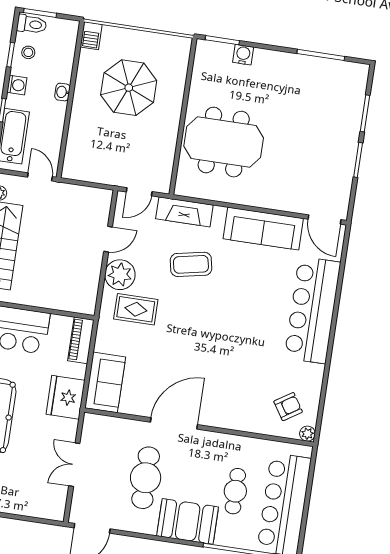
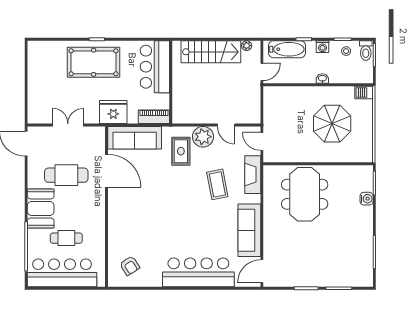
sofa: (105, 382) -> (135, 138), width x1.36
door: (174, 423) -> (106, 171), moved
plant: (307, 434) -> (113, 282), removed

